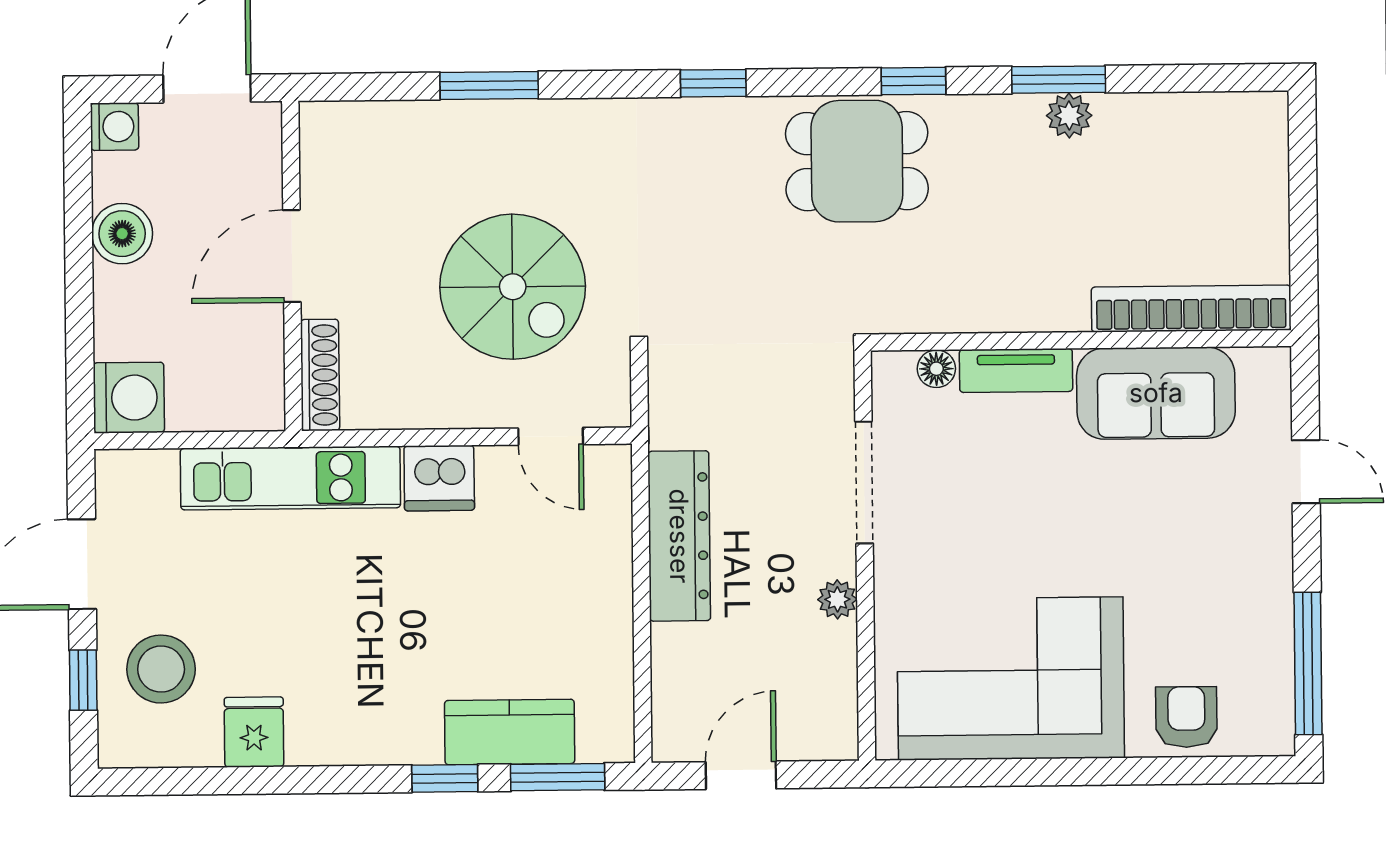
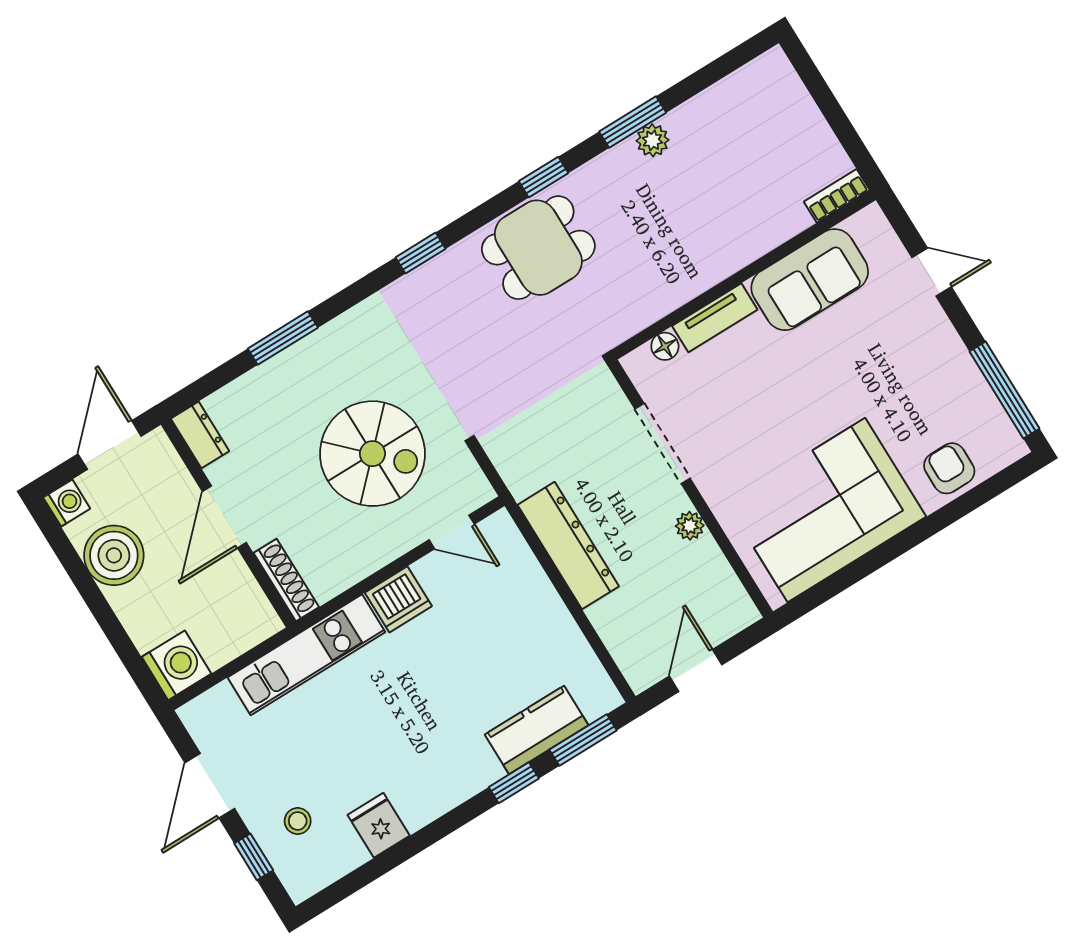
dresser: (321, 141) -> (200, 435), added
boiler: (122, 234) -> (114, 555), width x1.37, depth x1.37
bookcase: (1191, 309) -> (837, 196), width x0.43, depth x0.76
stool: (161, 669) -> (298, 821), width x0.53, depth x0.53

